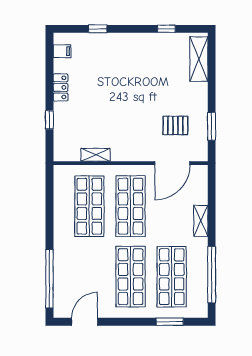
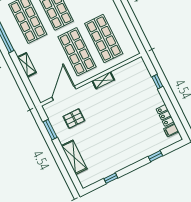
shelving: (199, 59) -> (74, 157), moved
locker: (61, 87) -> (165, 115), moved
shelving: (96, 155) -> (103, 80), moved

